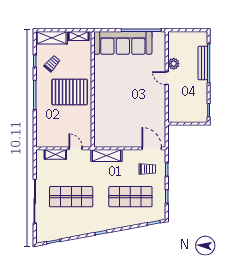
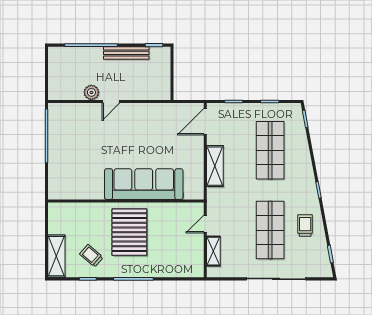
shelving: (79, 36) -> (54, 220), removed
sofa: (123, 43) -> (144, 184), moved, turned -90
bench: (203, 63) -> (126, 53), moved
shelving: (107, 156) -> (215, 166), moved
trolley: (147, 169) -> (305, 226), moved

